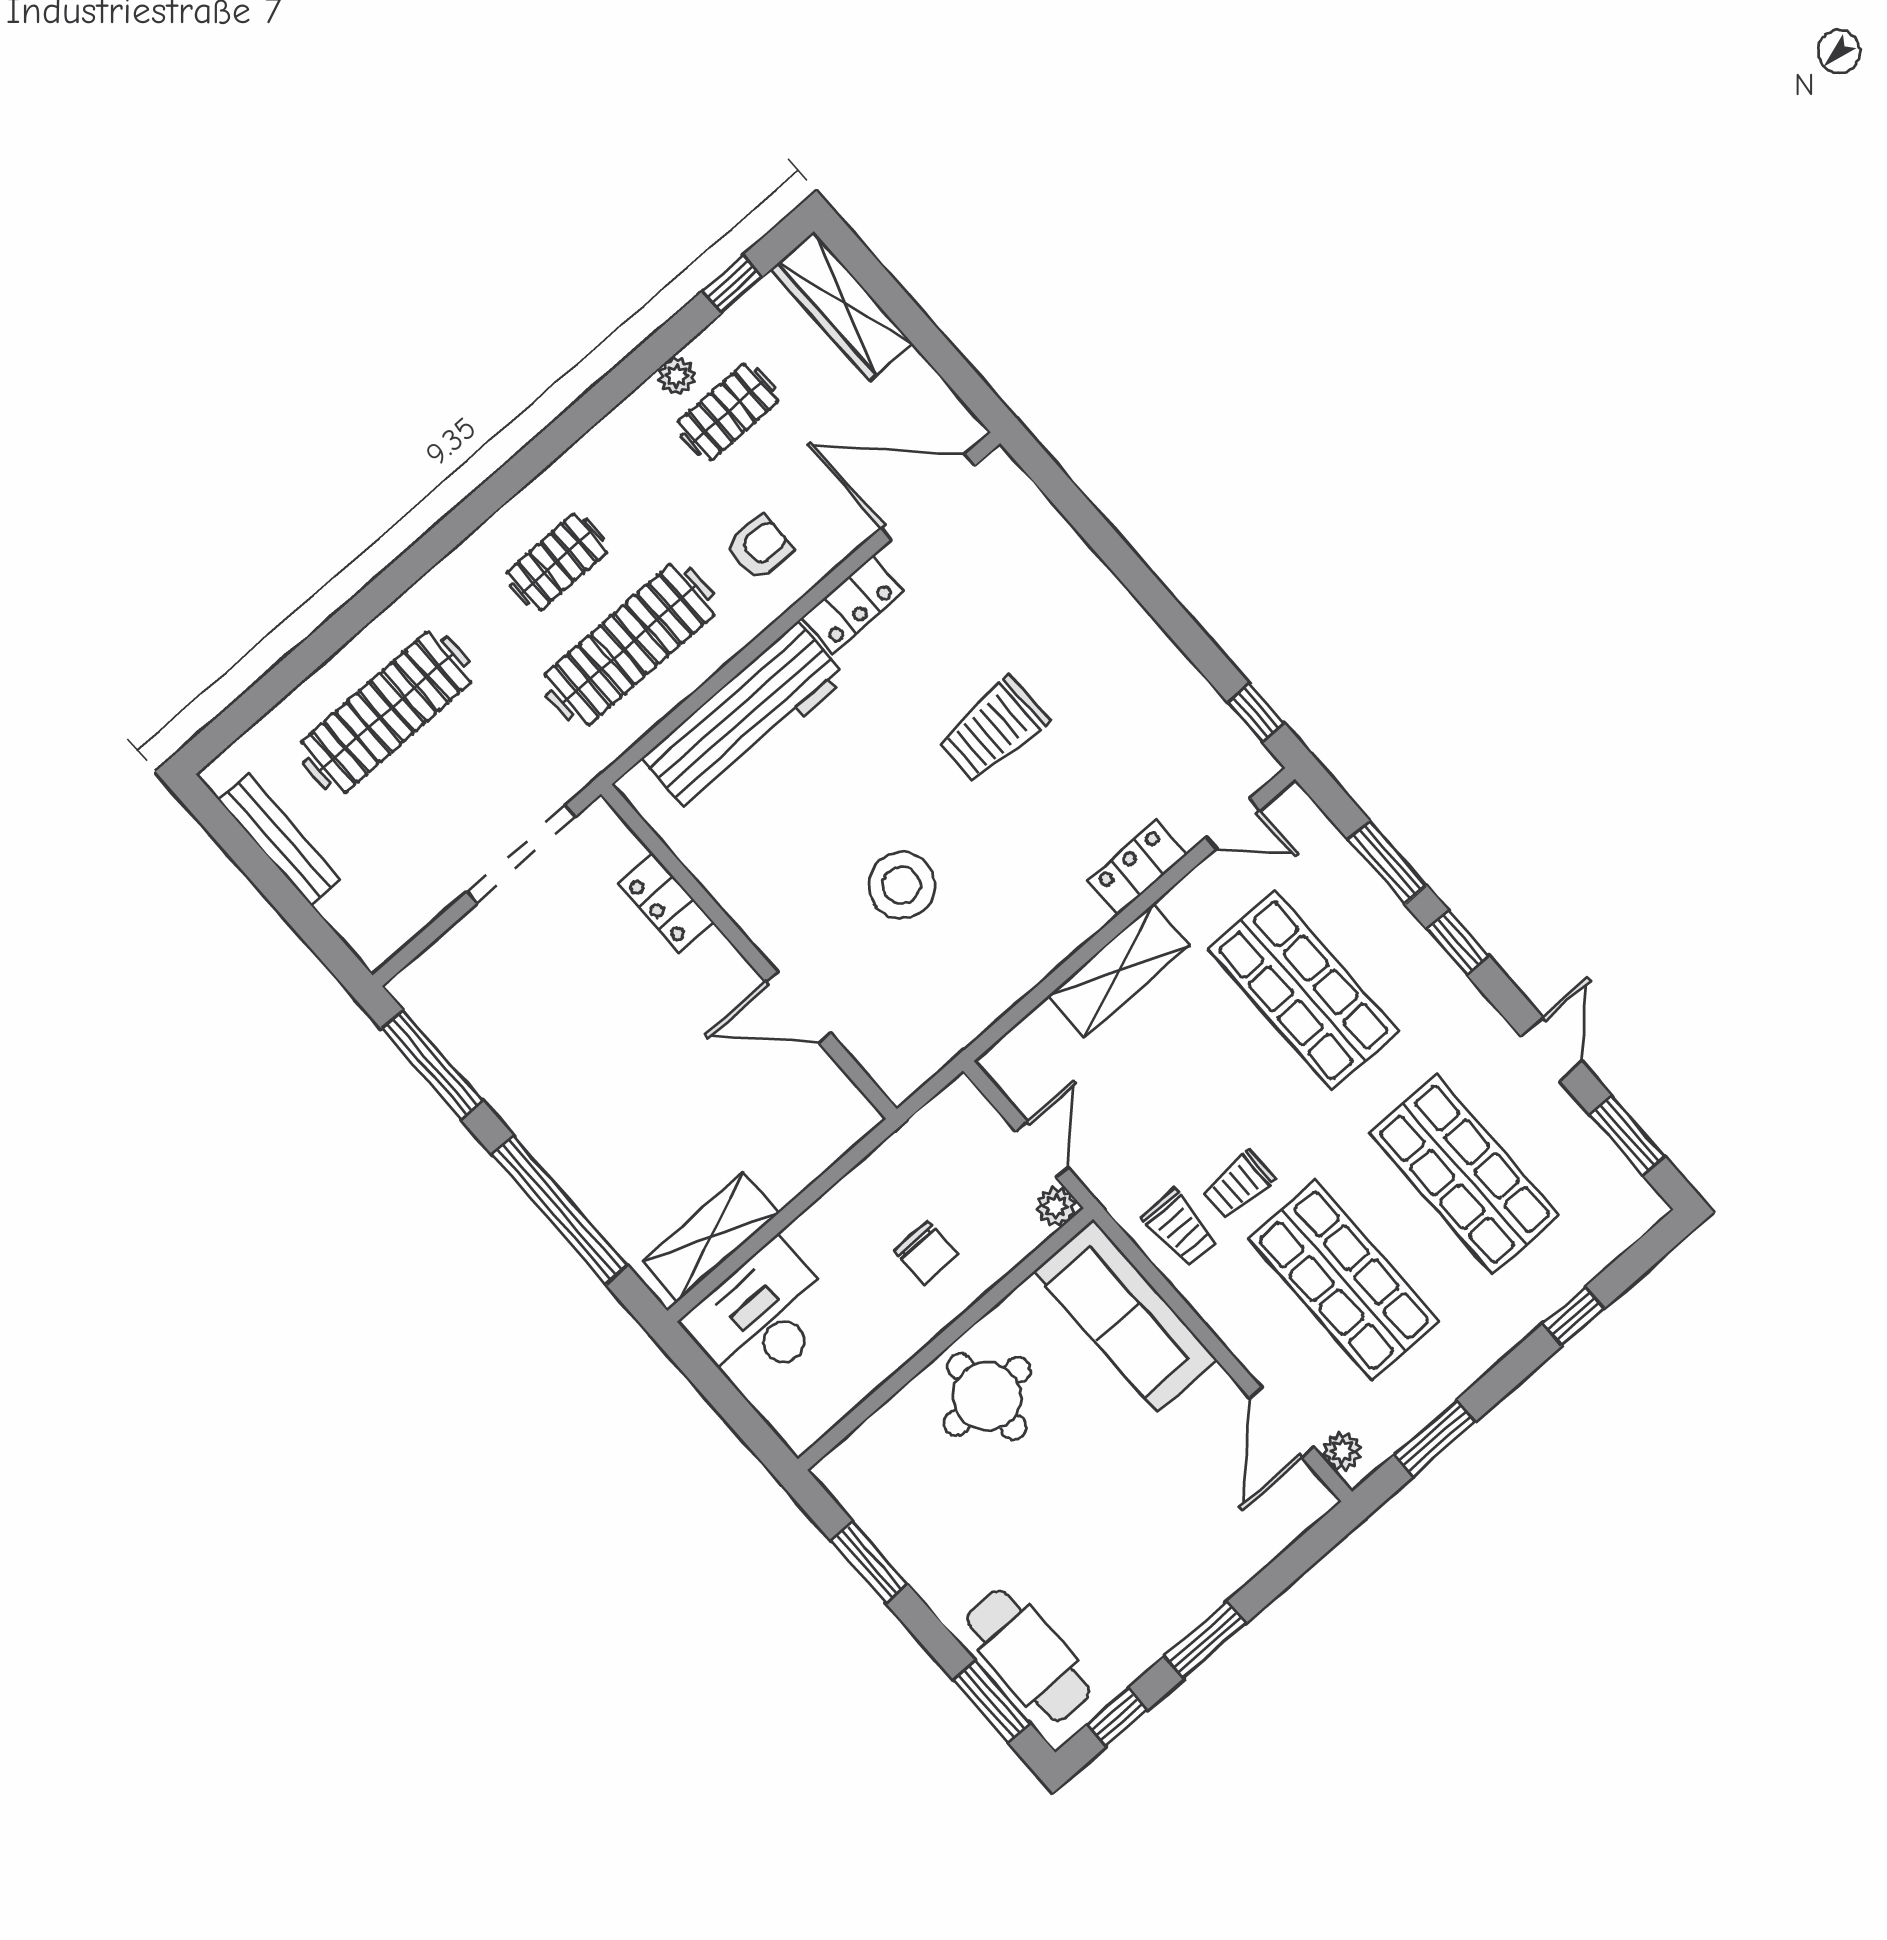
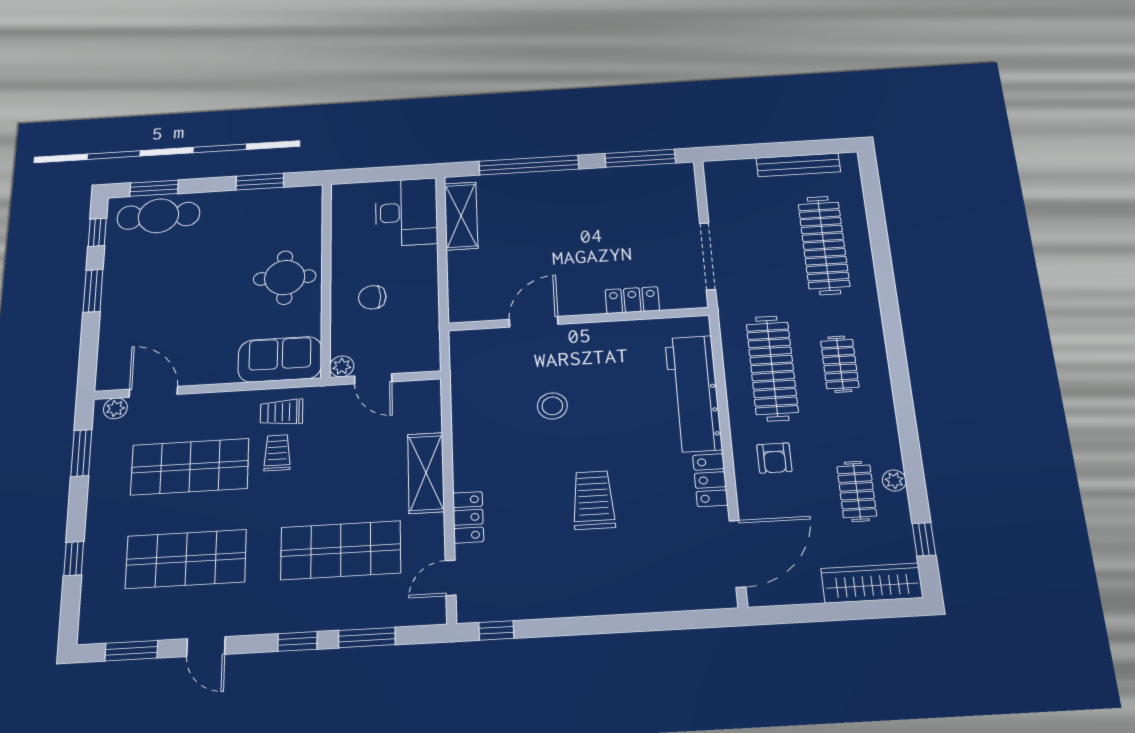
stool: (902, 885) -> (552, 406), width x0.73, depth x0.73
sofa: (1125, 1316) -> (280, 359), width x0.73

